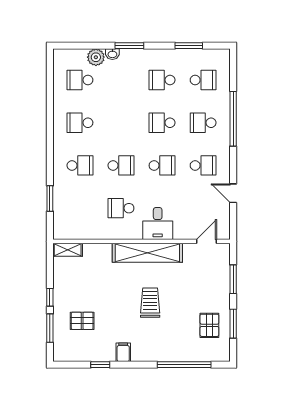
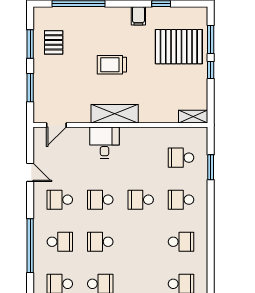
school desk: (162, 123) -> (100, 242), turned 180
school desk: (121, 208) -> (181, 158), moved, turned 180
shelving: (147, 253) -> (115, 114), width x0.68
trolley: (150, 303) -> (112, 65), turned 90
pallet: (82, 321) -> (179, 47), width x2.05, depth x2.00

